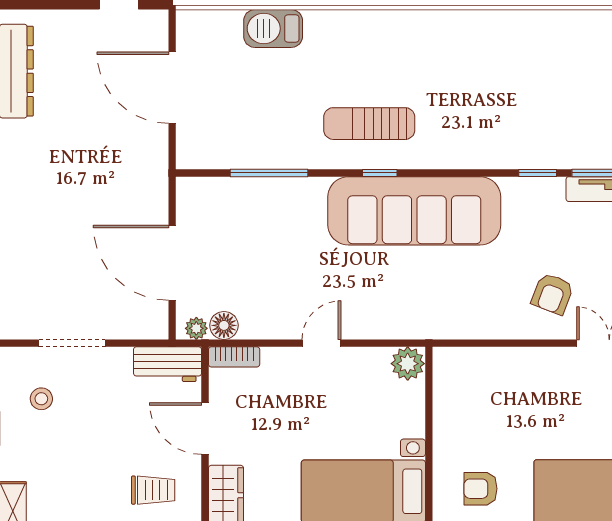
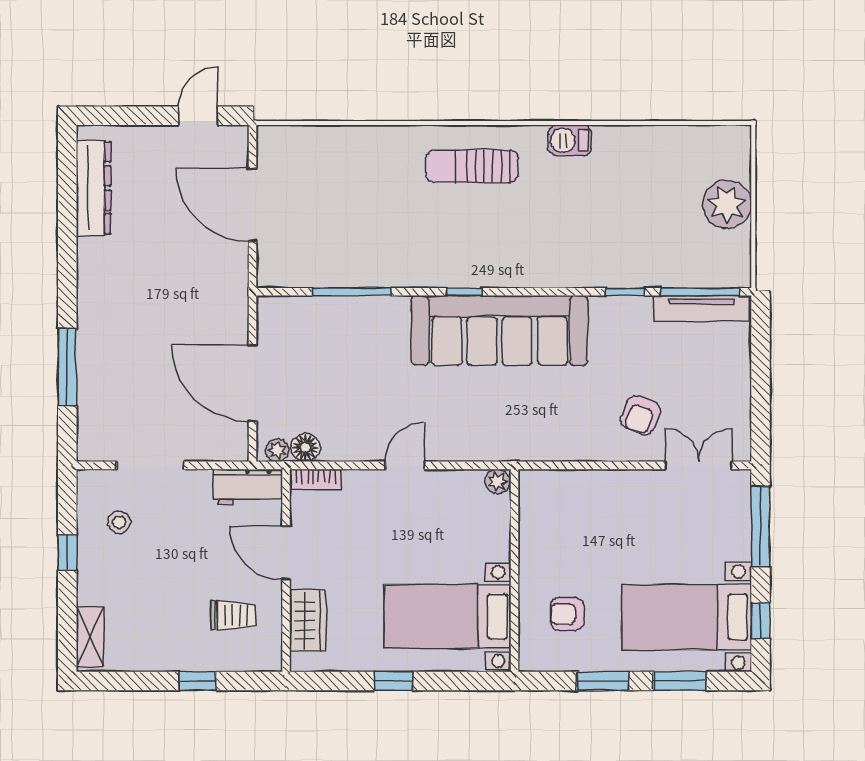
barbecue: (273, 29) -> (570, 140), moved, width x0.73, depth x0.79
sun lounger: (369, 124) -> (472, 166), moved
plant: (408, 364) -> (498, 482), width x0.73, depth x0.73

